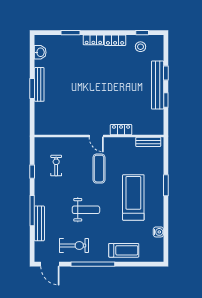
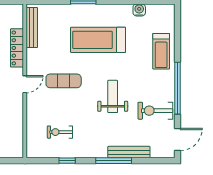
locker: (121, 130) -> (17, 48), width x1.53
bench: (148, 142) -> (32, 28), width x1.36
exercise bike: (74, 246) -> (155, 111), turned -90
treadmill: (124, 250) -> (161, 51), turned 180

